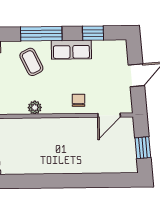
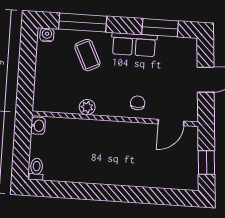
window: (93, 33) -> (160, 28), width x1.50
window: (41, 34) -> (83, 23), moved

